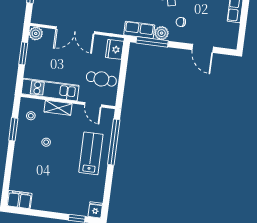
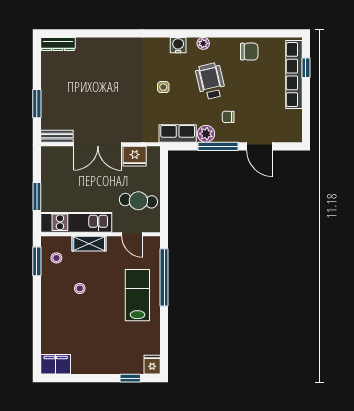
bench: (44, 20) -> (57, 136), added
plant: (36, 33) -> (49, 155), removed
window: (152, 42) -> (218, 146), moved
fridge: (115, 49) -> (135, 156), moved, turned -90
window: (23, 53) -> (37, 196), moved
window: (13, 129) -> (37, 261), moved

